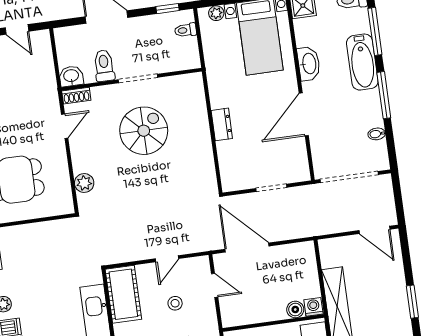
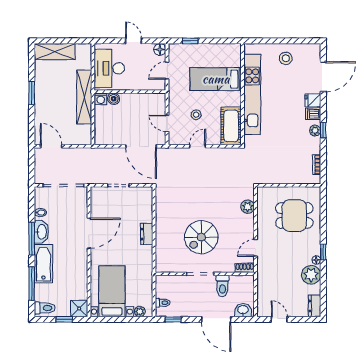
washbasin: (309, 64) -> (41, 232), moved, turned 180
washbasin: (71, 76) -> (243, 310), moved, turned 180

